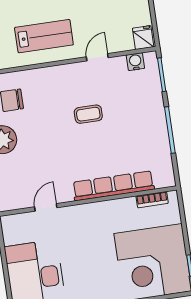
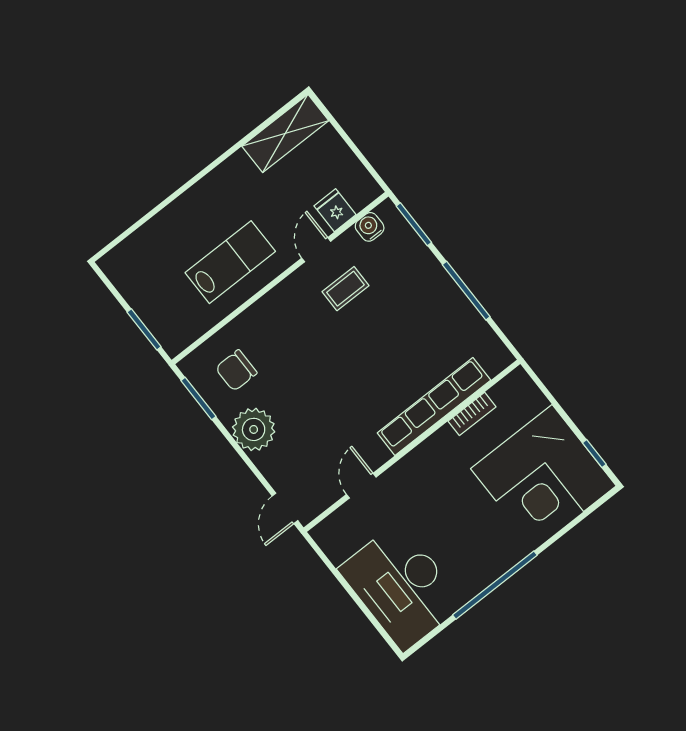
fridge: (143, 38) -> (335, 210), moved
coffee table: (88, 114) -> (345, 289), moved
bookcase: (152, 200) -> (472, 414), moved

